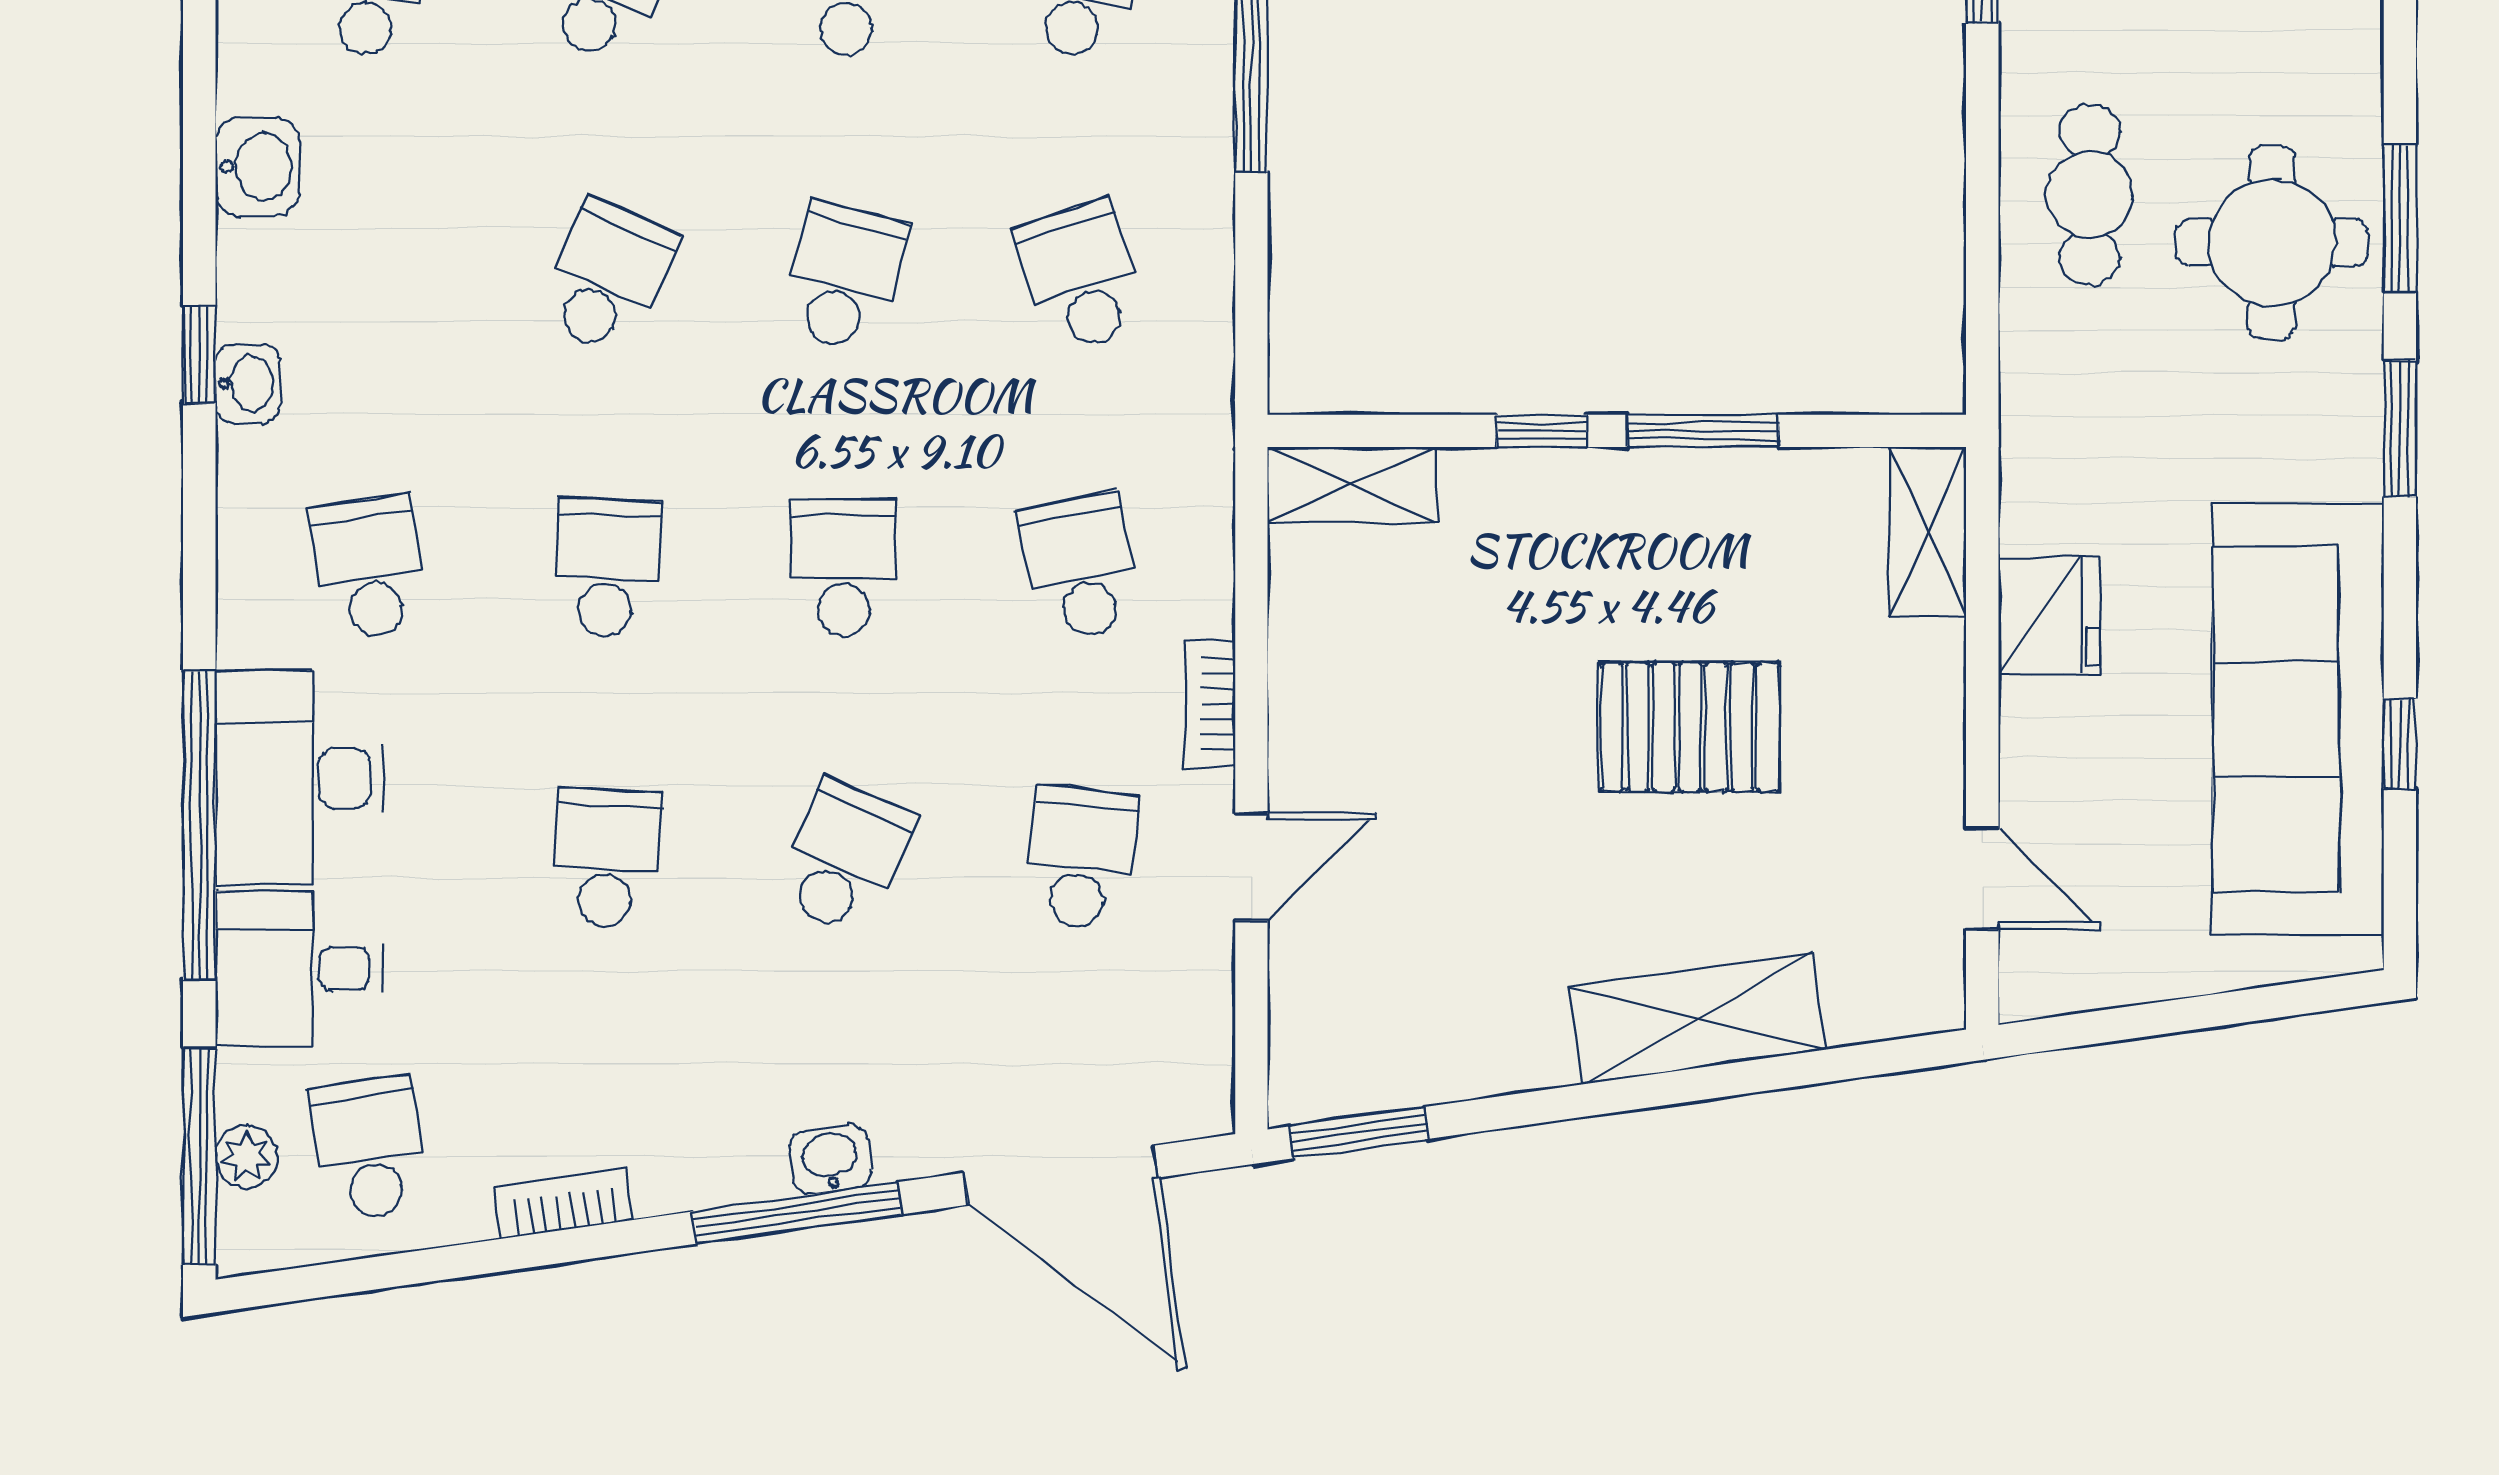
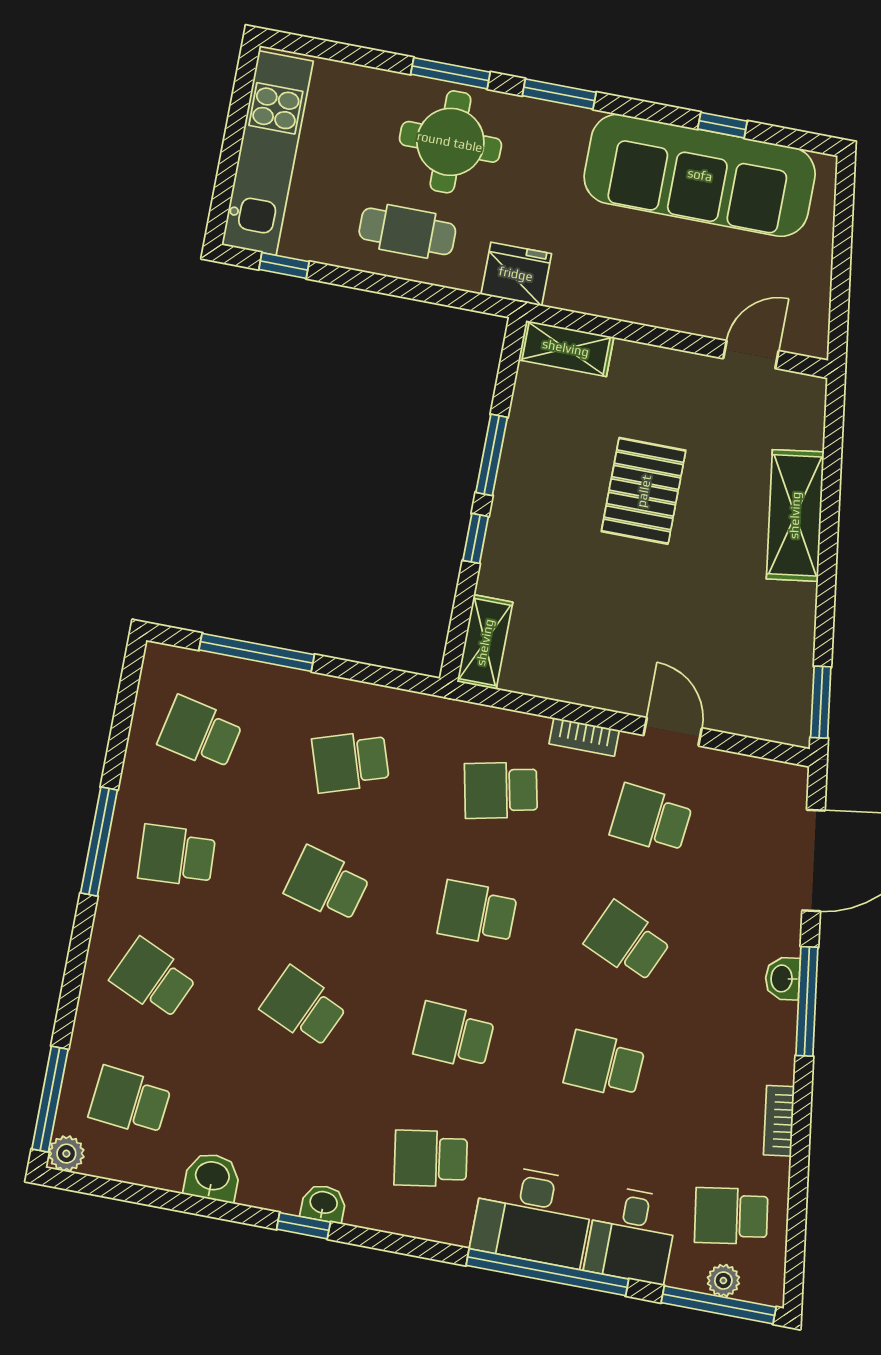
fridge: (2049, 616) -> (516, 274), moved

